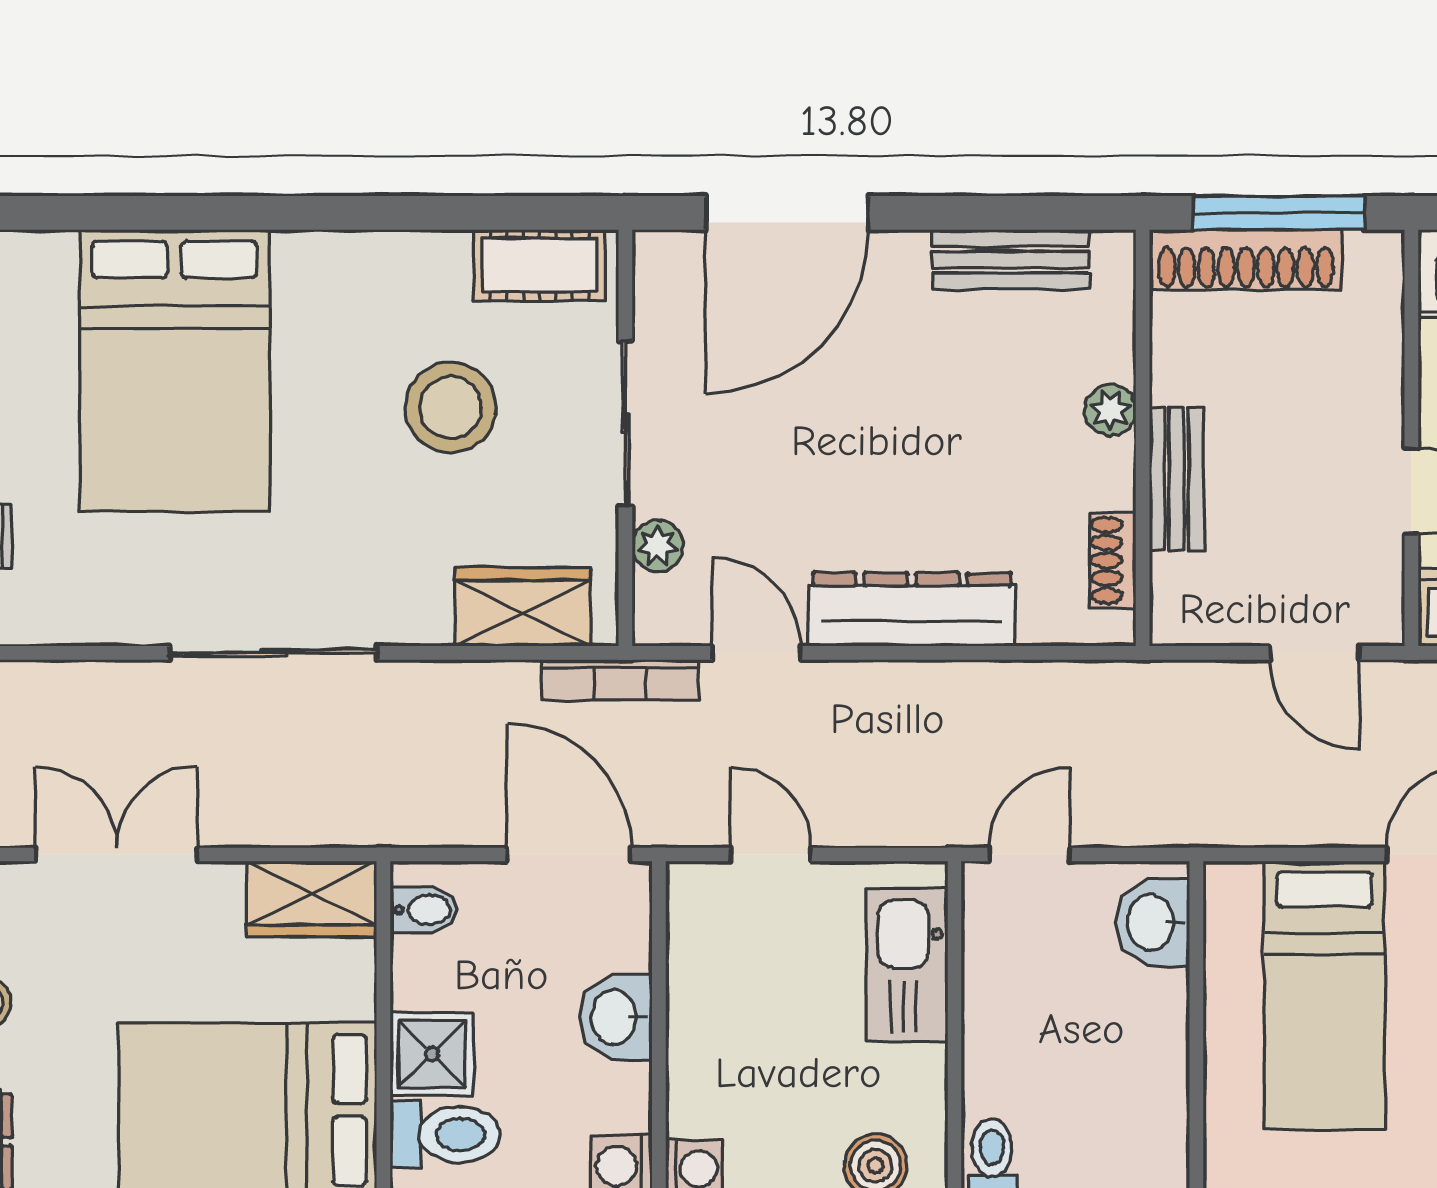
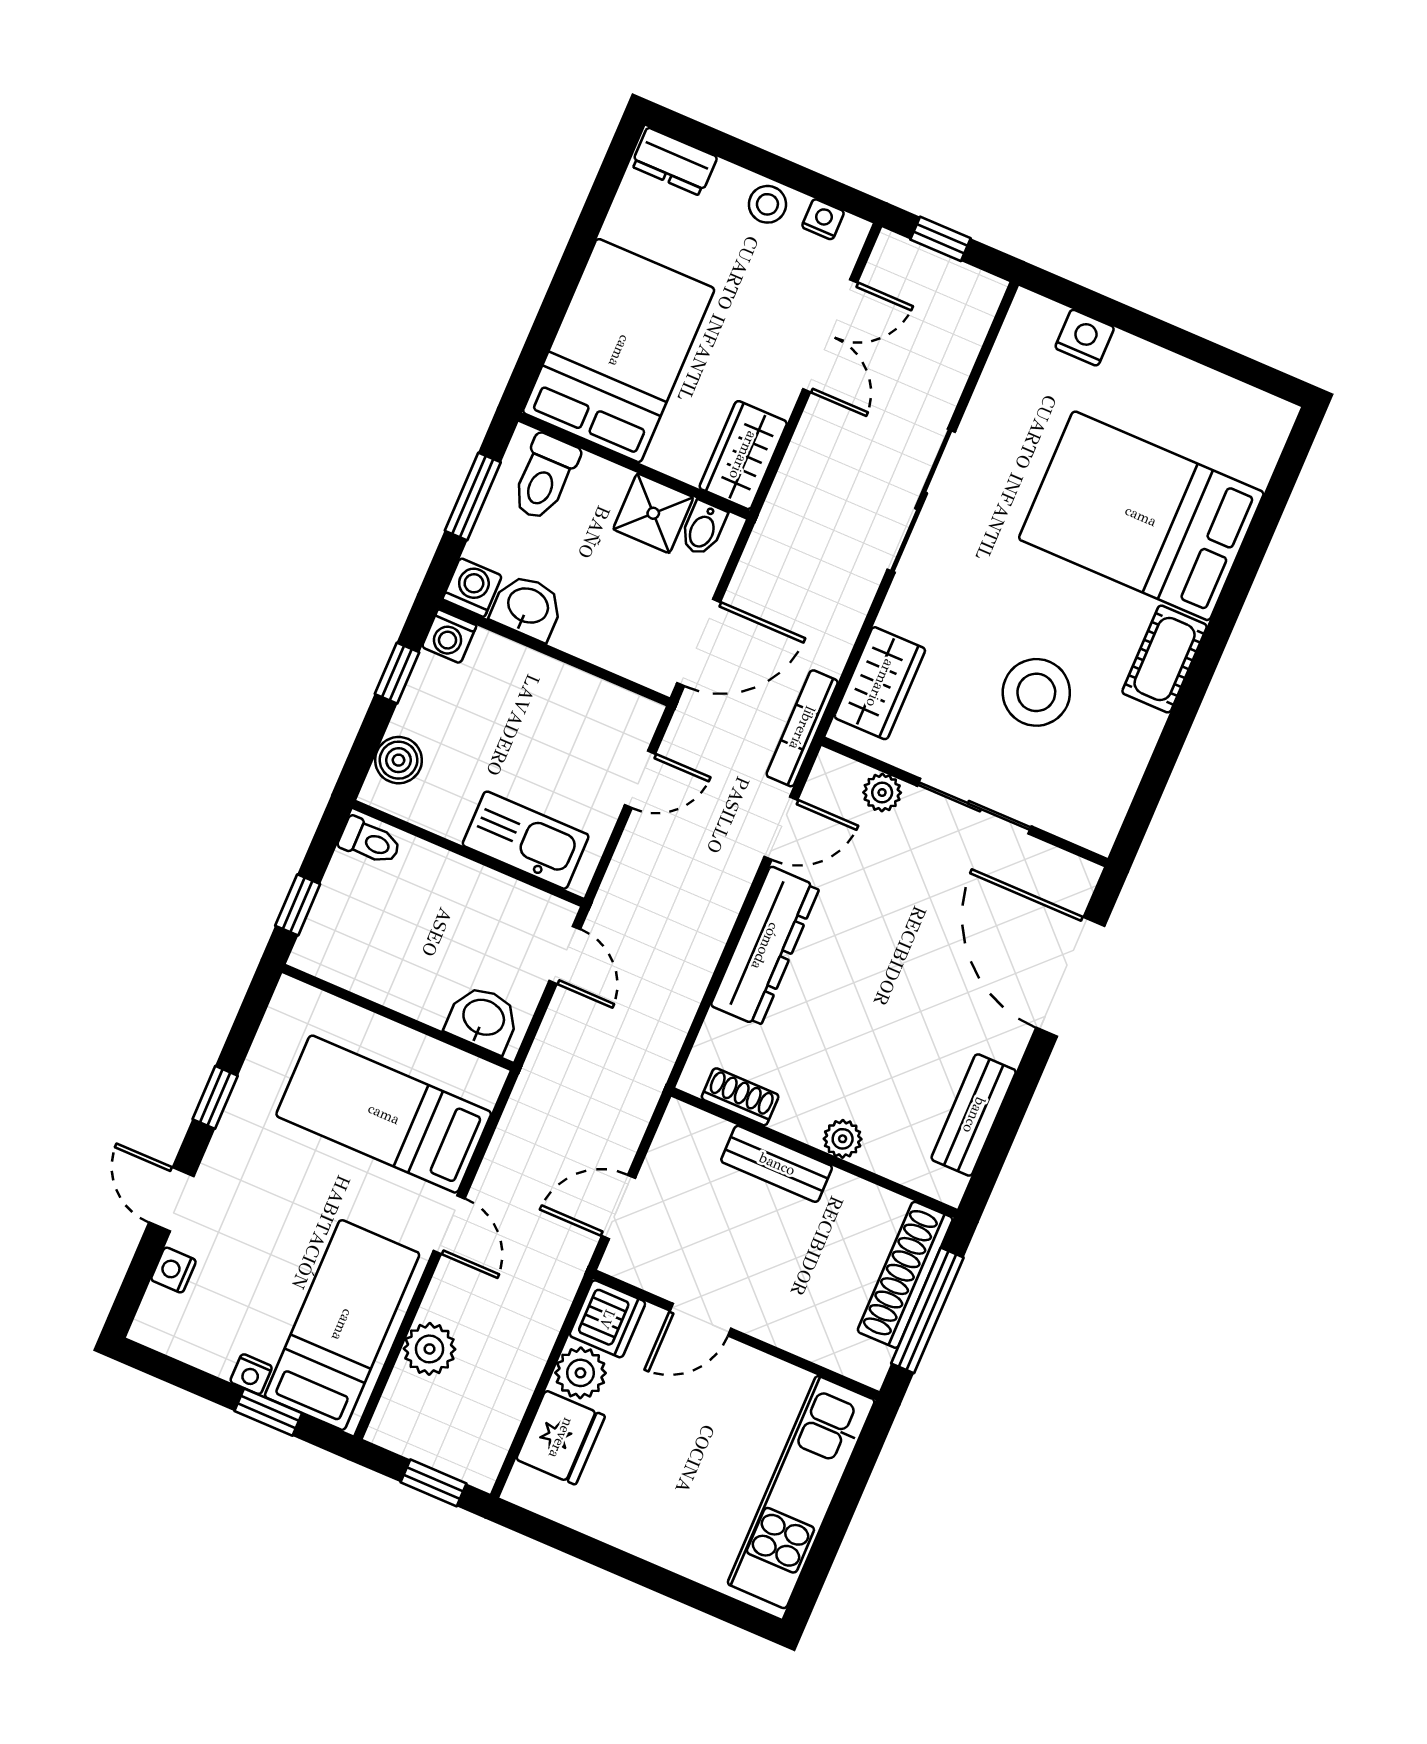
cot: (540, 265) -> (1165, 659), moved
washbasin: (616, 1017) -> (527, 607), moved
shower: (432, 1054) -> (653, 513), moved

